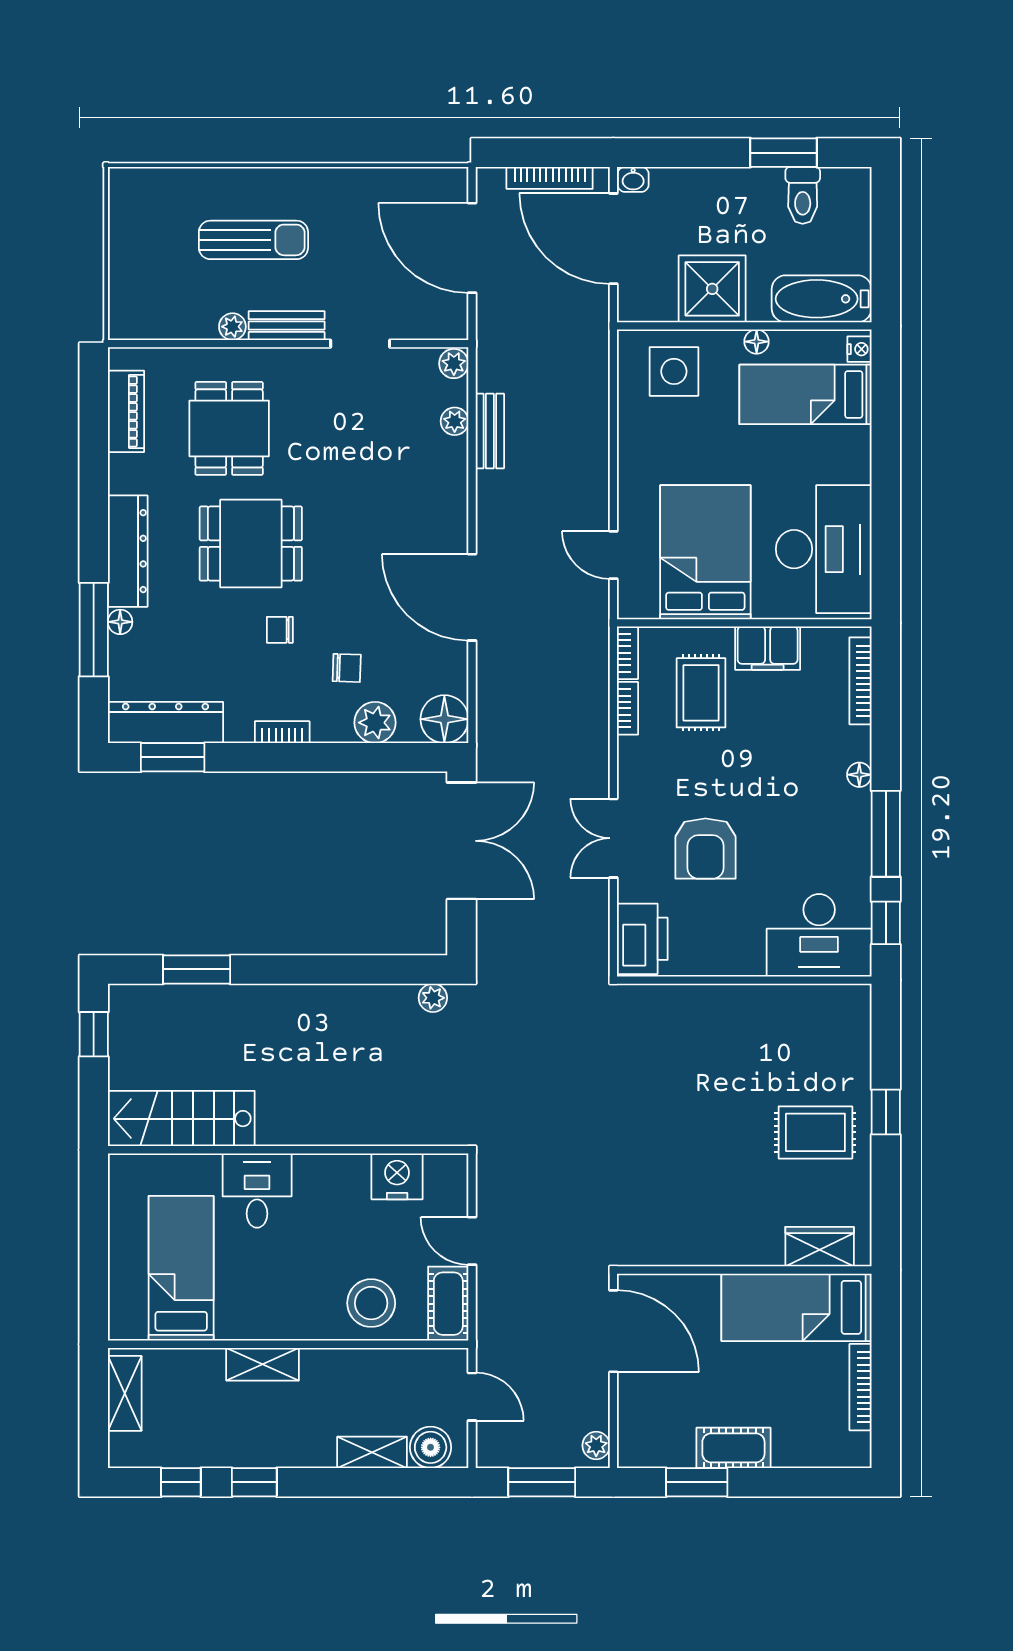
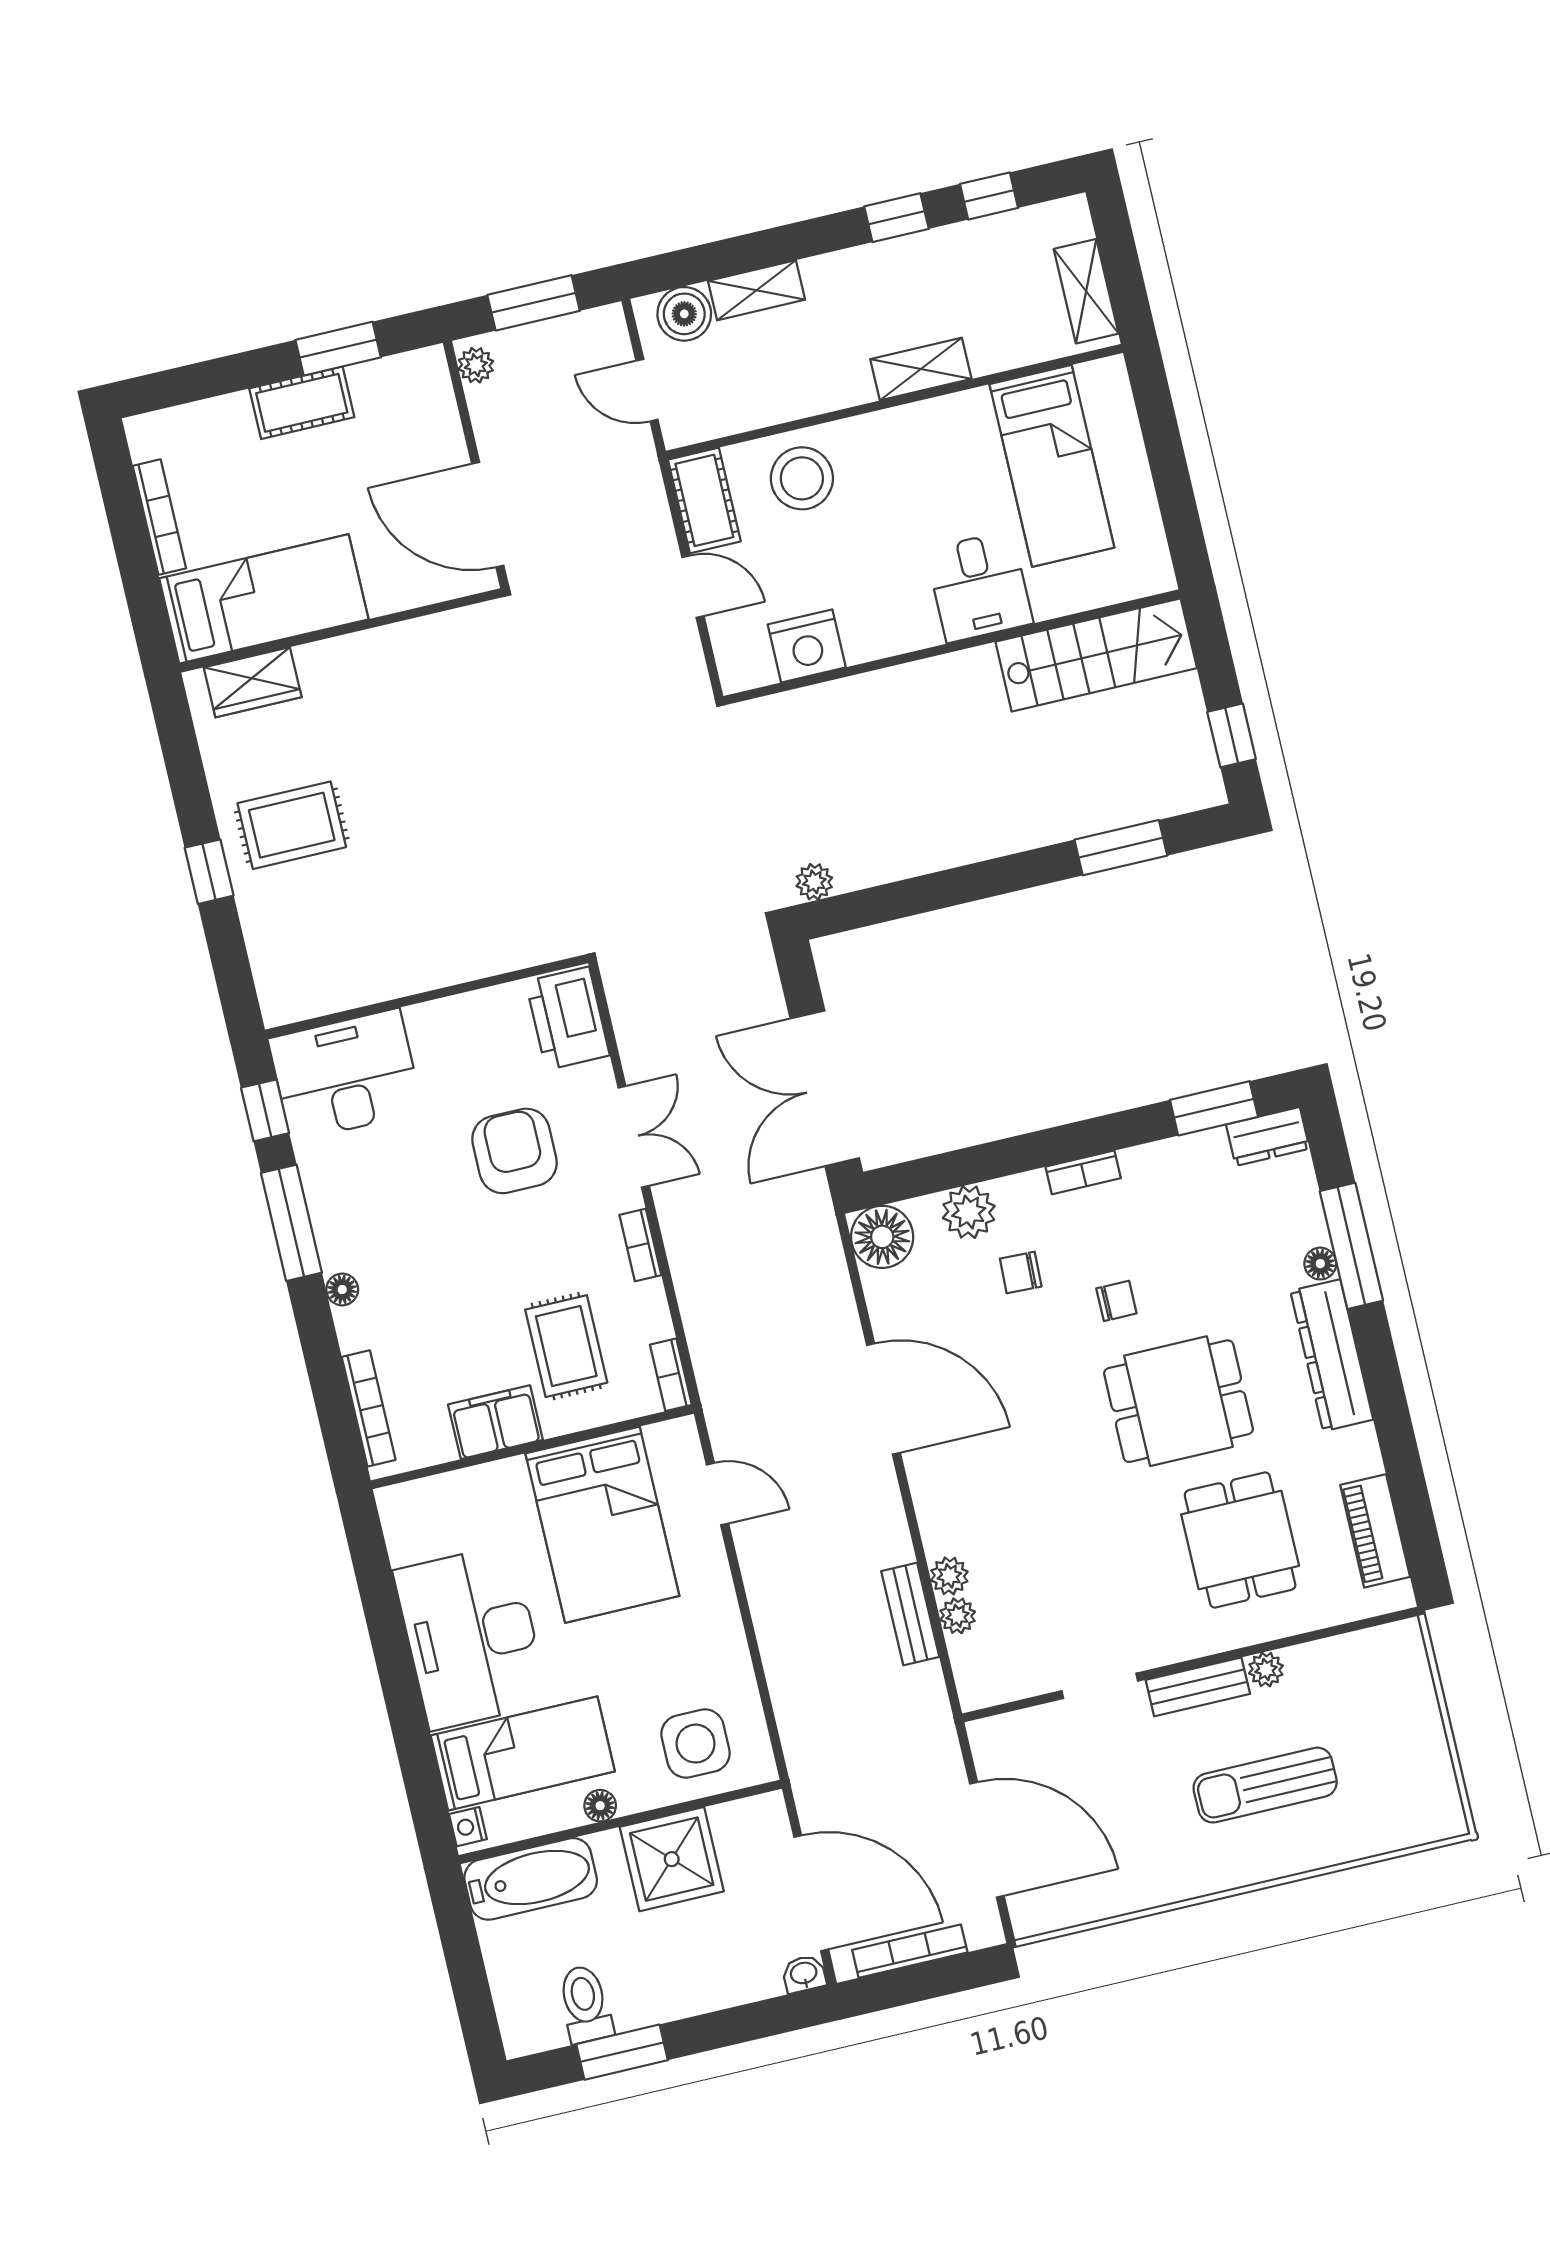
plant: (454, 364) -> (949, 1576), moved
desk: (824, 549) -> (471, 1637), moved
bookcase: (628, 708) -> (640, 1245), moved
dresser: (165, 723) -> (1268, 1137), width x0.51, depth x0.80

